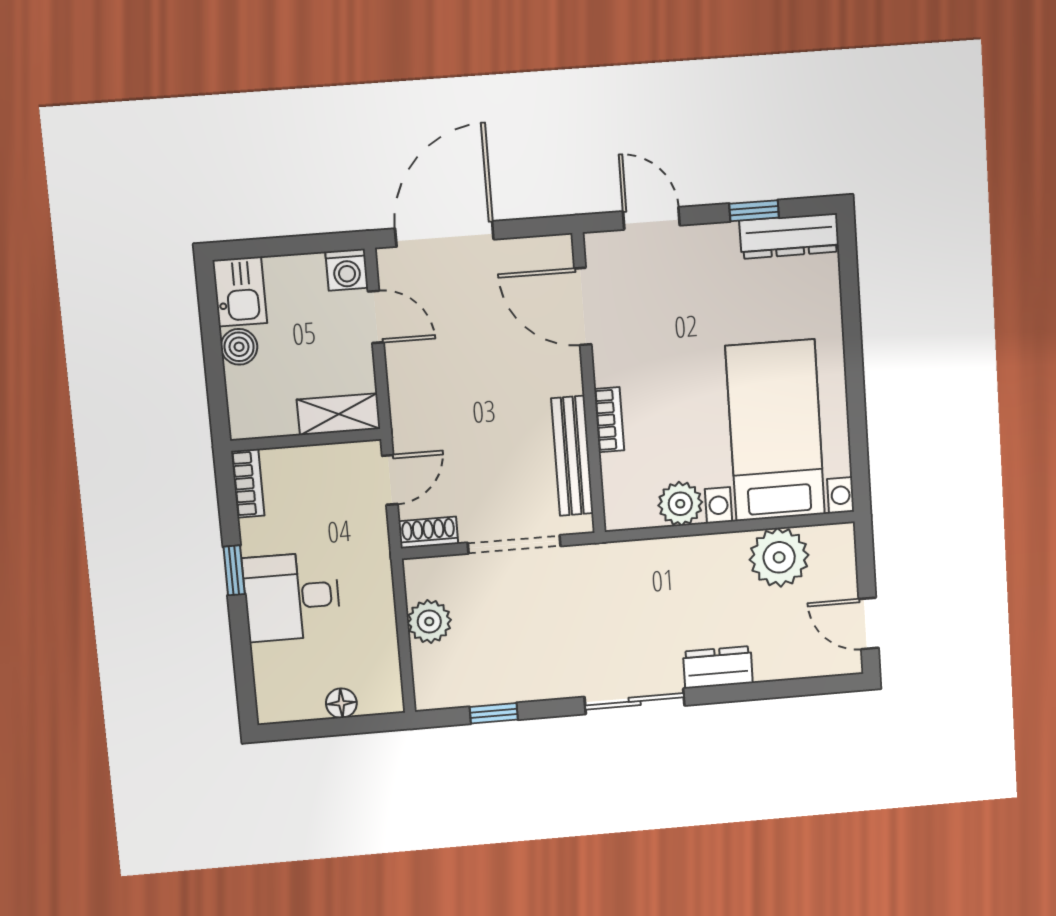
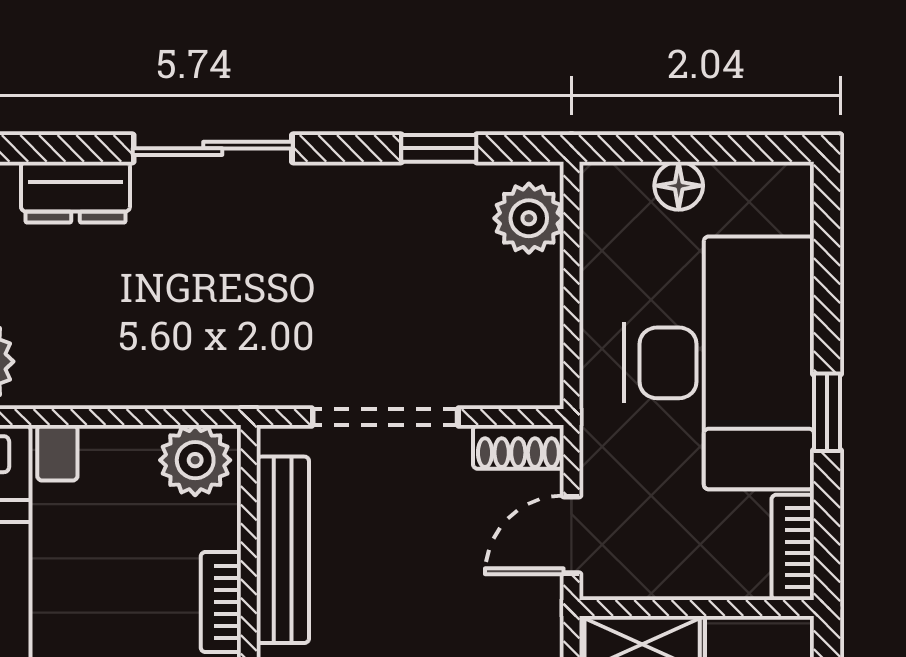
plant: (680, 504) -> (195, 460), moved
desk: (292, 597) -> (719, 363), width x1.87, depth x1.30
plant: (429, 622) -> (529, 218), moved

